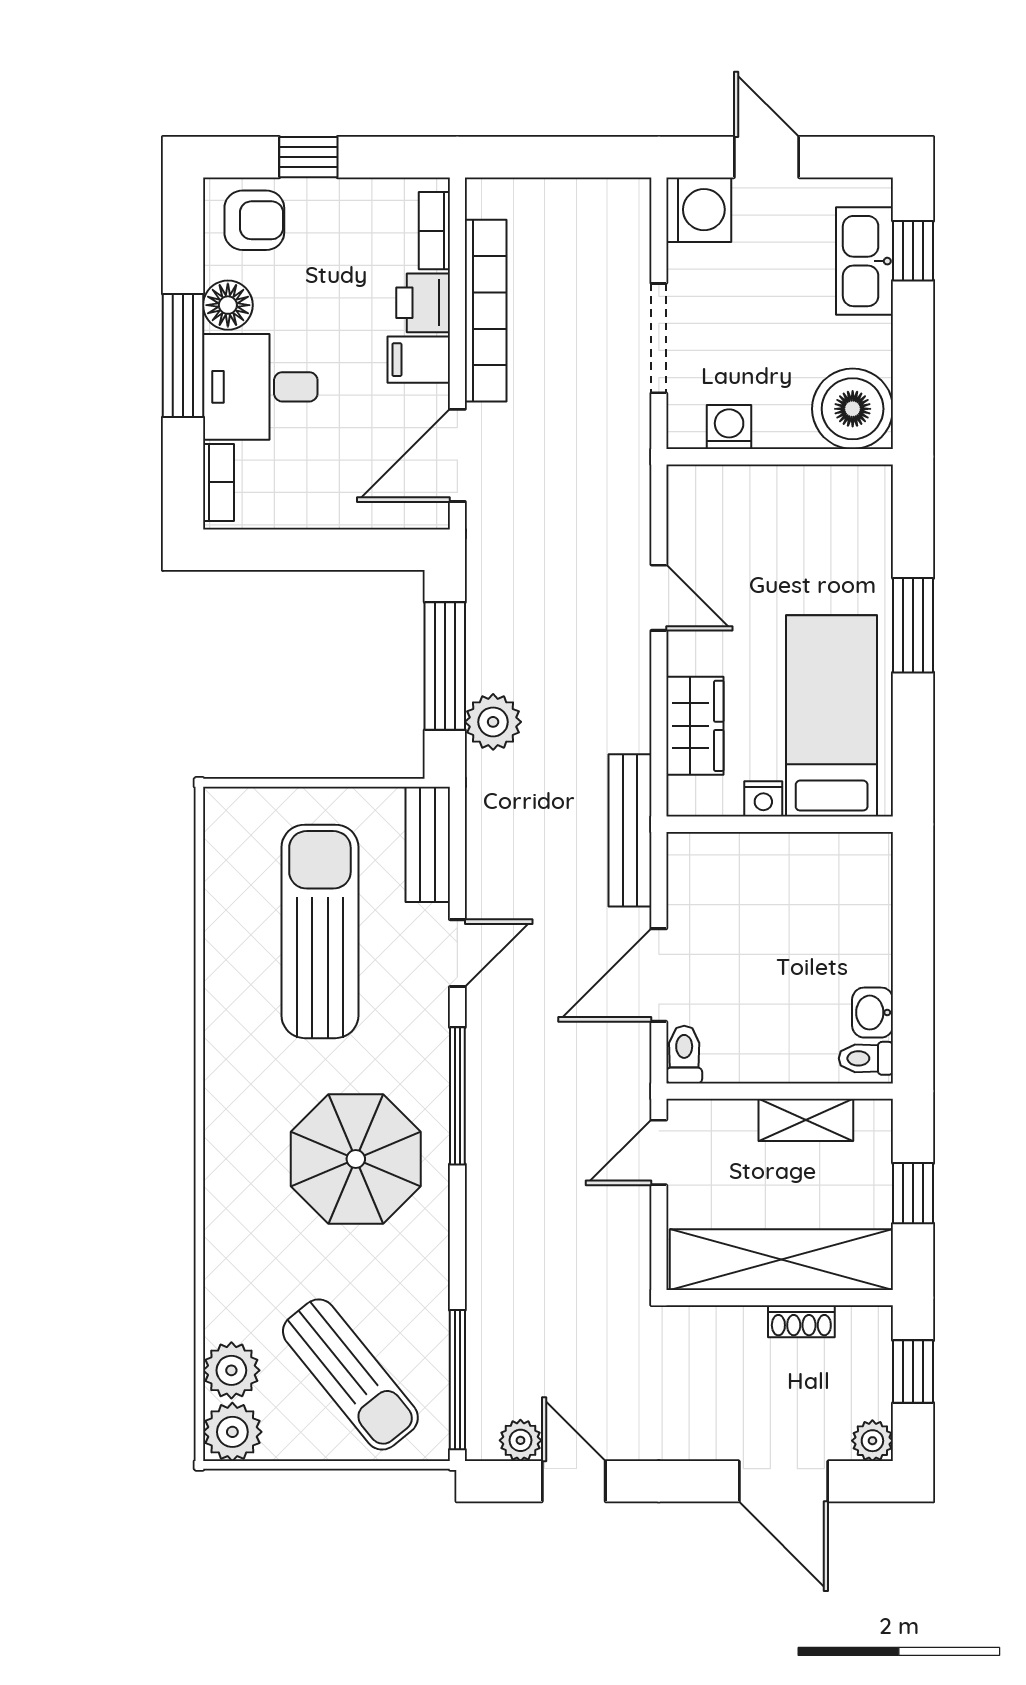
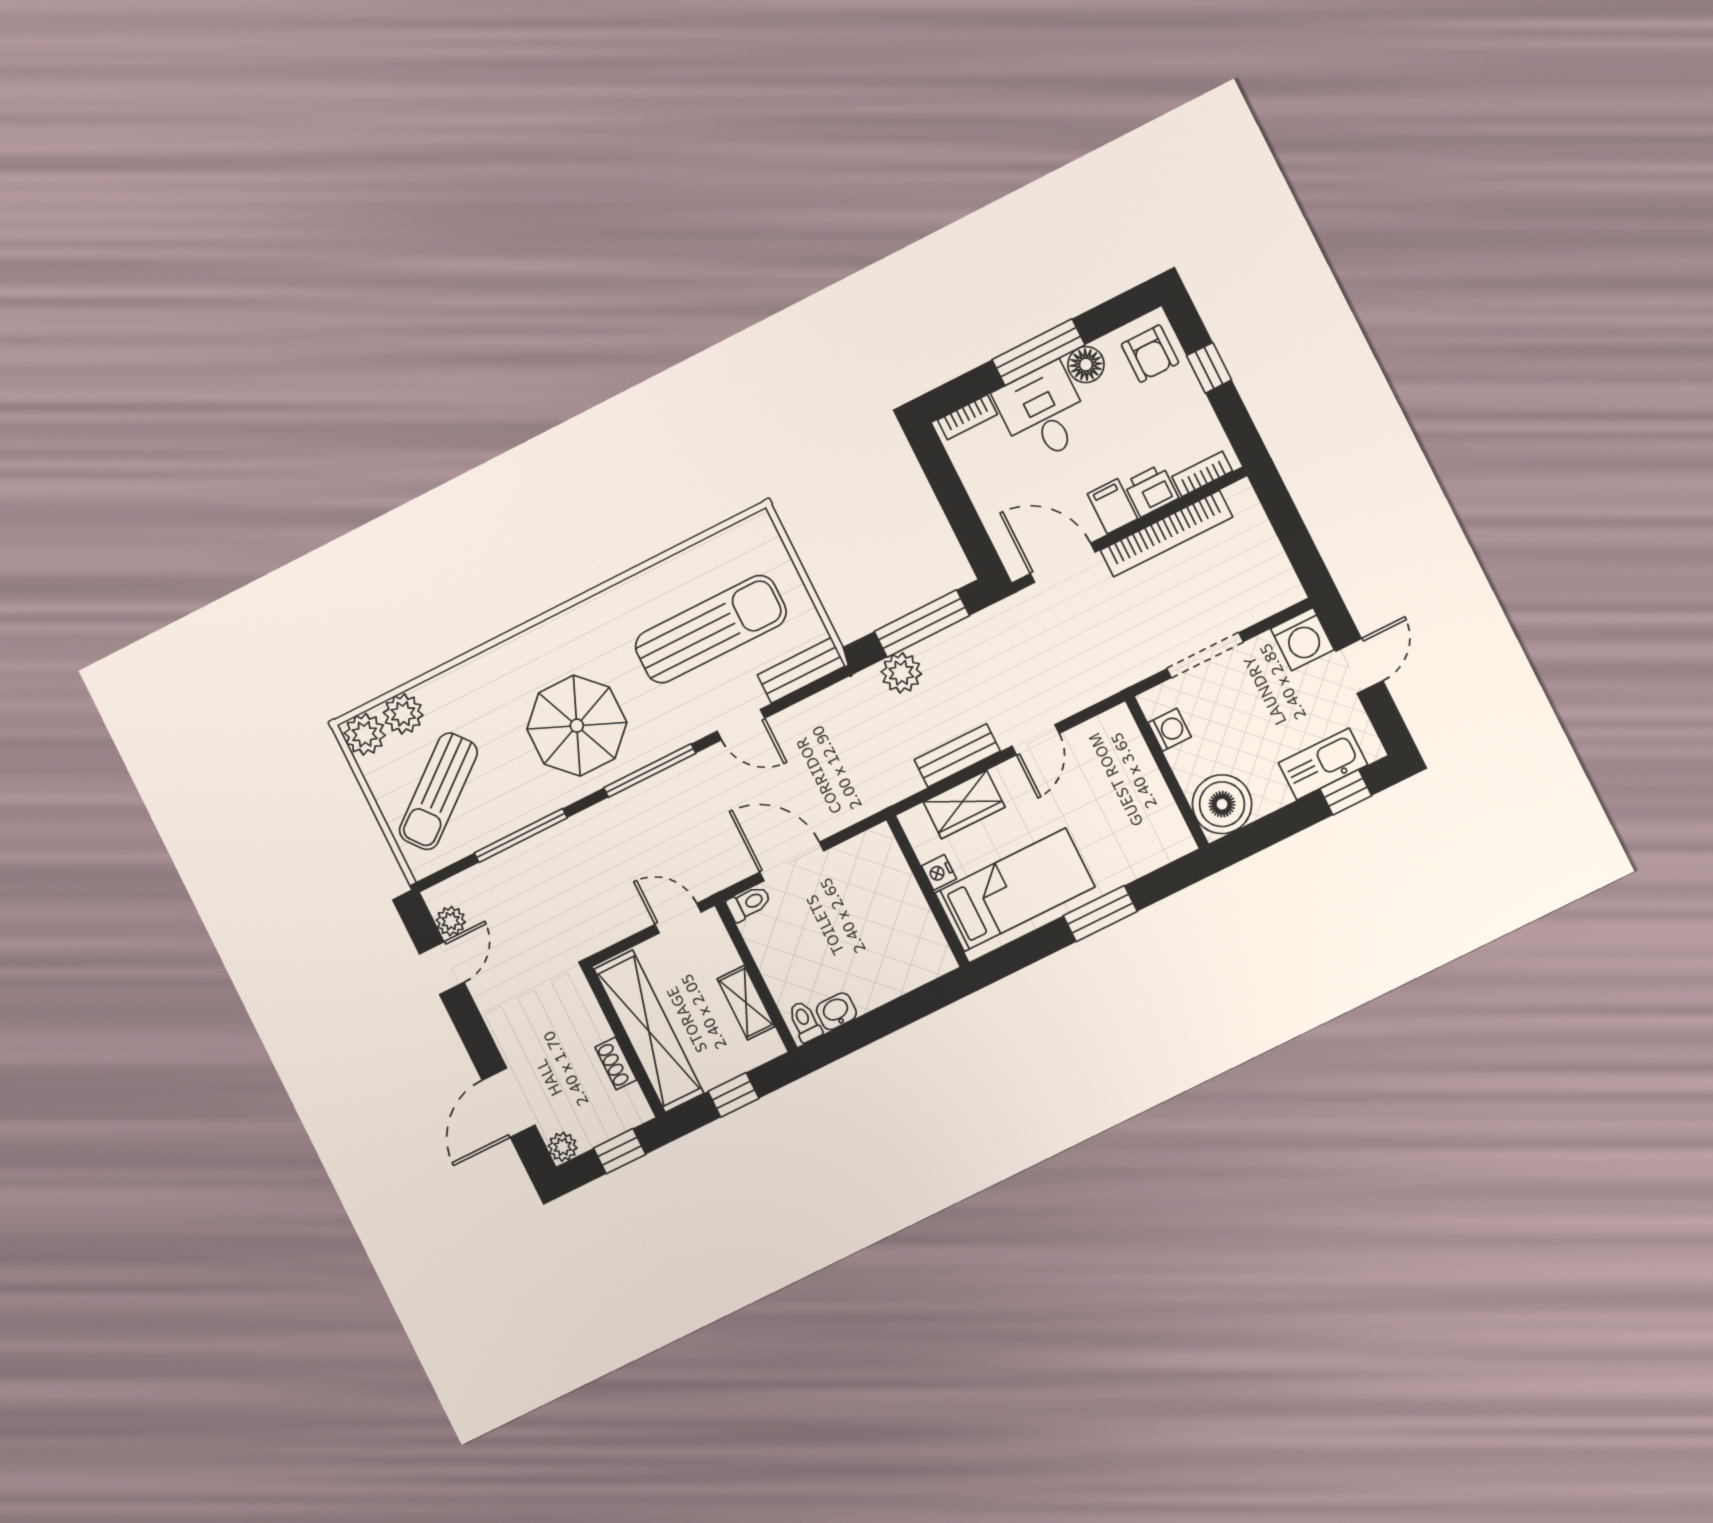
bench: (630, 830) -> (957, 755), moved, width x0.73
window: (457, 1380) -> (521, 835), moved

